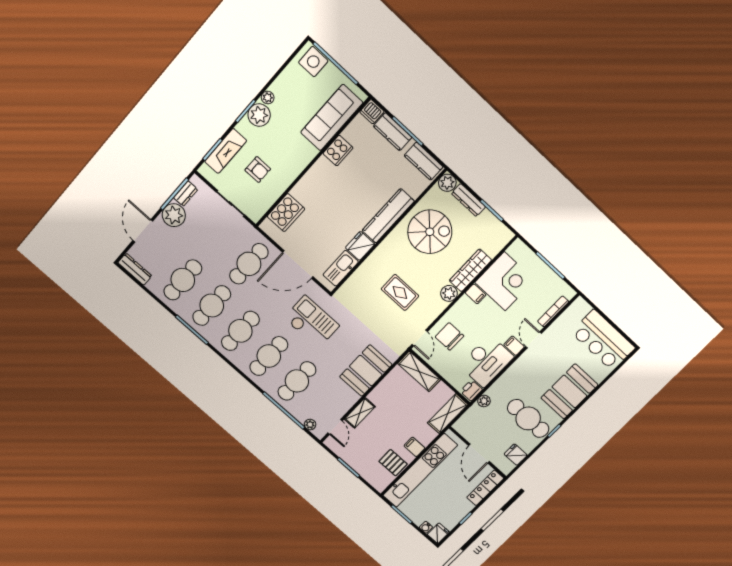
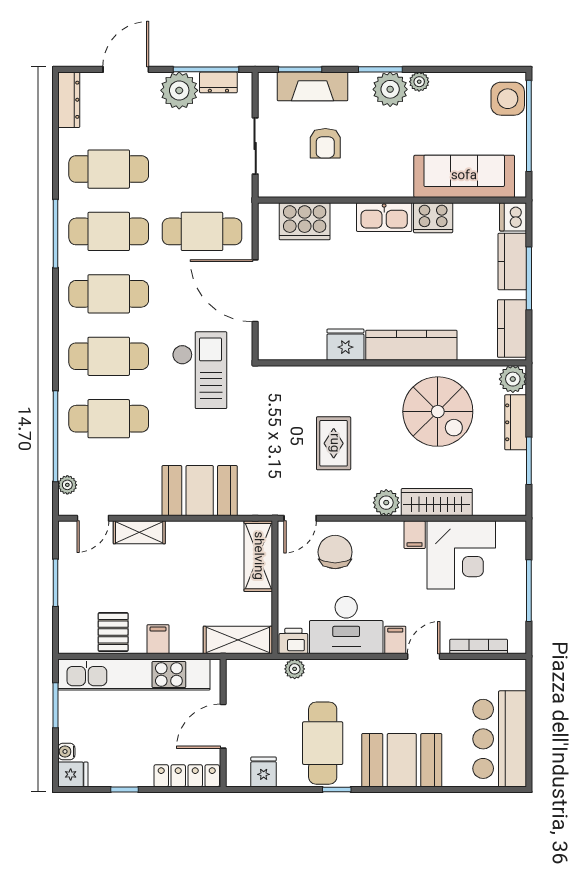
kitchen sink: (341, 268) -> (384, 217), moved, turned 180

